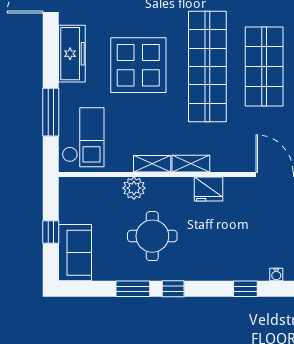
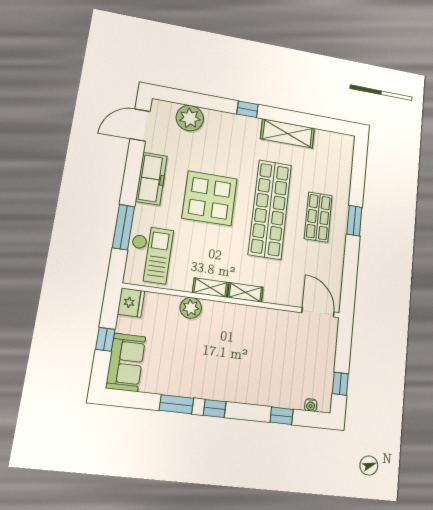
shop shelf: (264, 67) -> (318, 217), width x0.70, depth x0.74
fridge: (208, 189) -> (131, 303), moved, turned -90
round table: (152, 236) -> (202, 355), removed

